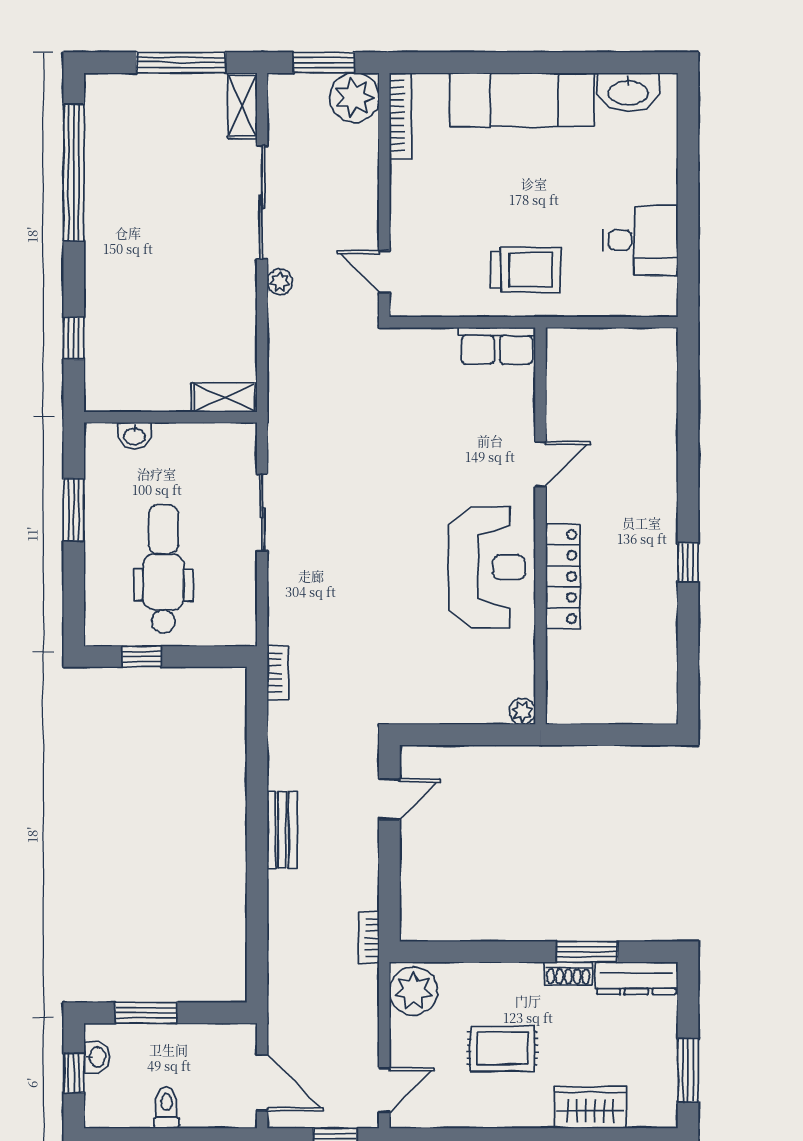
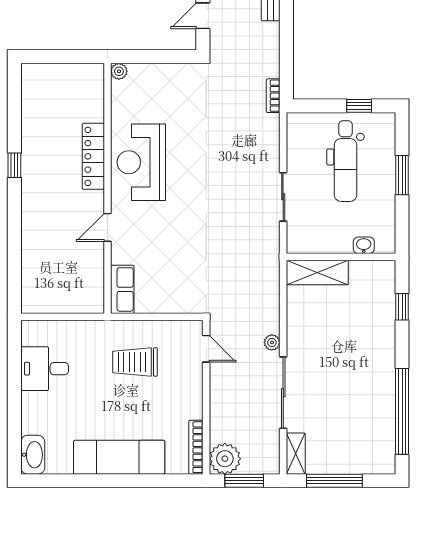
washbasin: (628, 92) -> (33, 455), moved, turned 90
trolley: (526, 270) -> (135, 362), moved
row of seats: (497, 346) -> (122, 289), moved, turned 90
shelving: (224, 397) -> (317, 272), width x1.50, depth x1.33
window: (74, 510) -> (402, 175), moved

